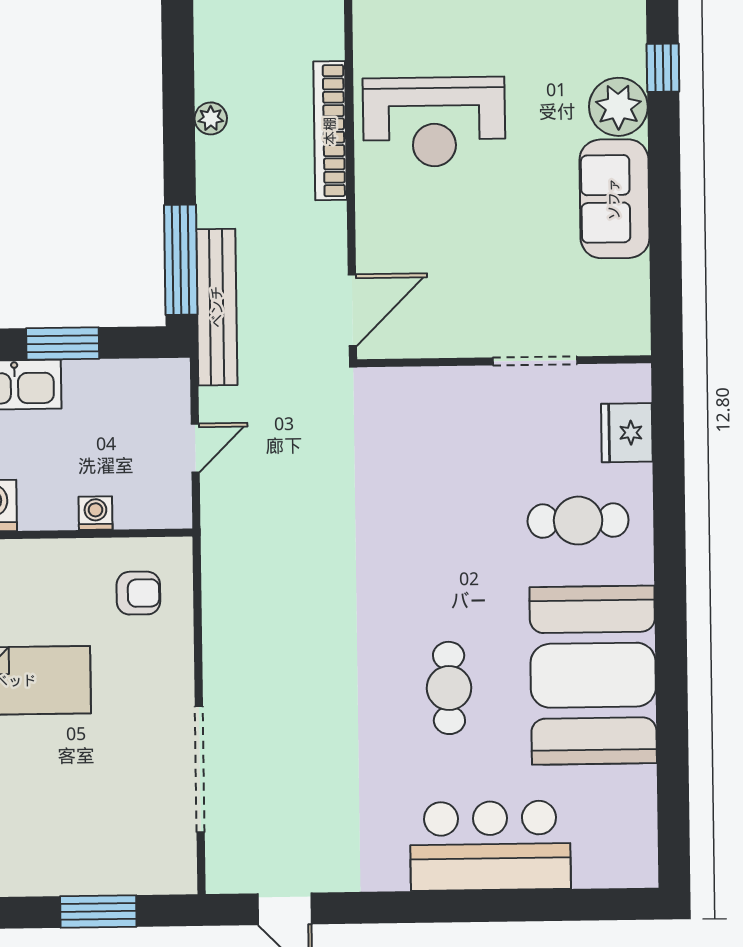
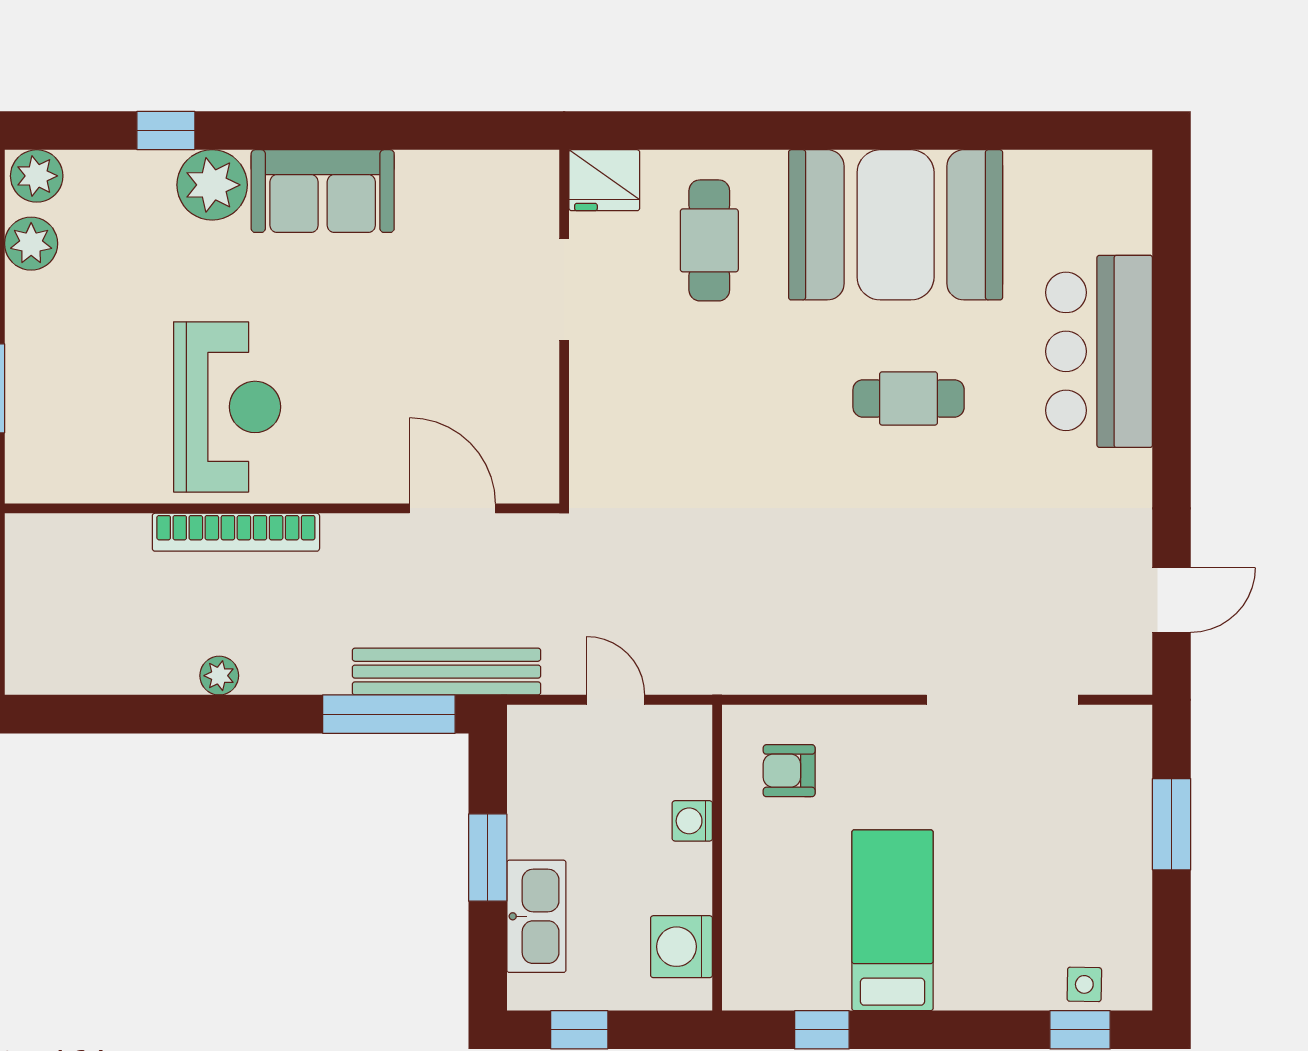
wall: (504, 361) -> (564, 327), moved
doorway: (535, 361) -> (564, 290), moved
armchair: (138, 593) -> (789, 771), turned -90

